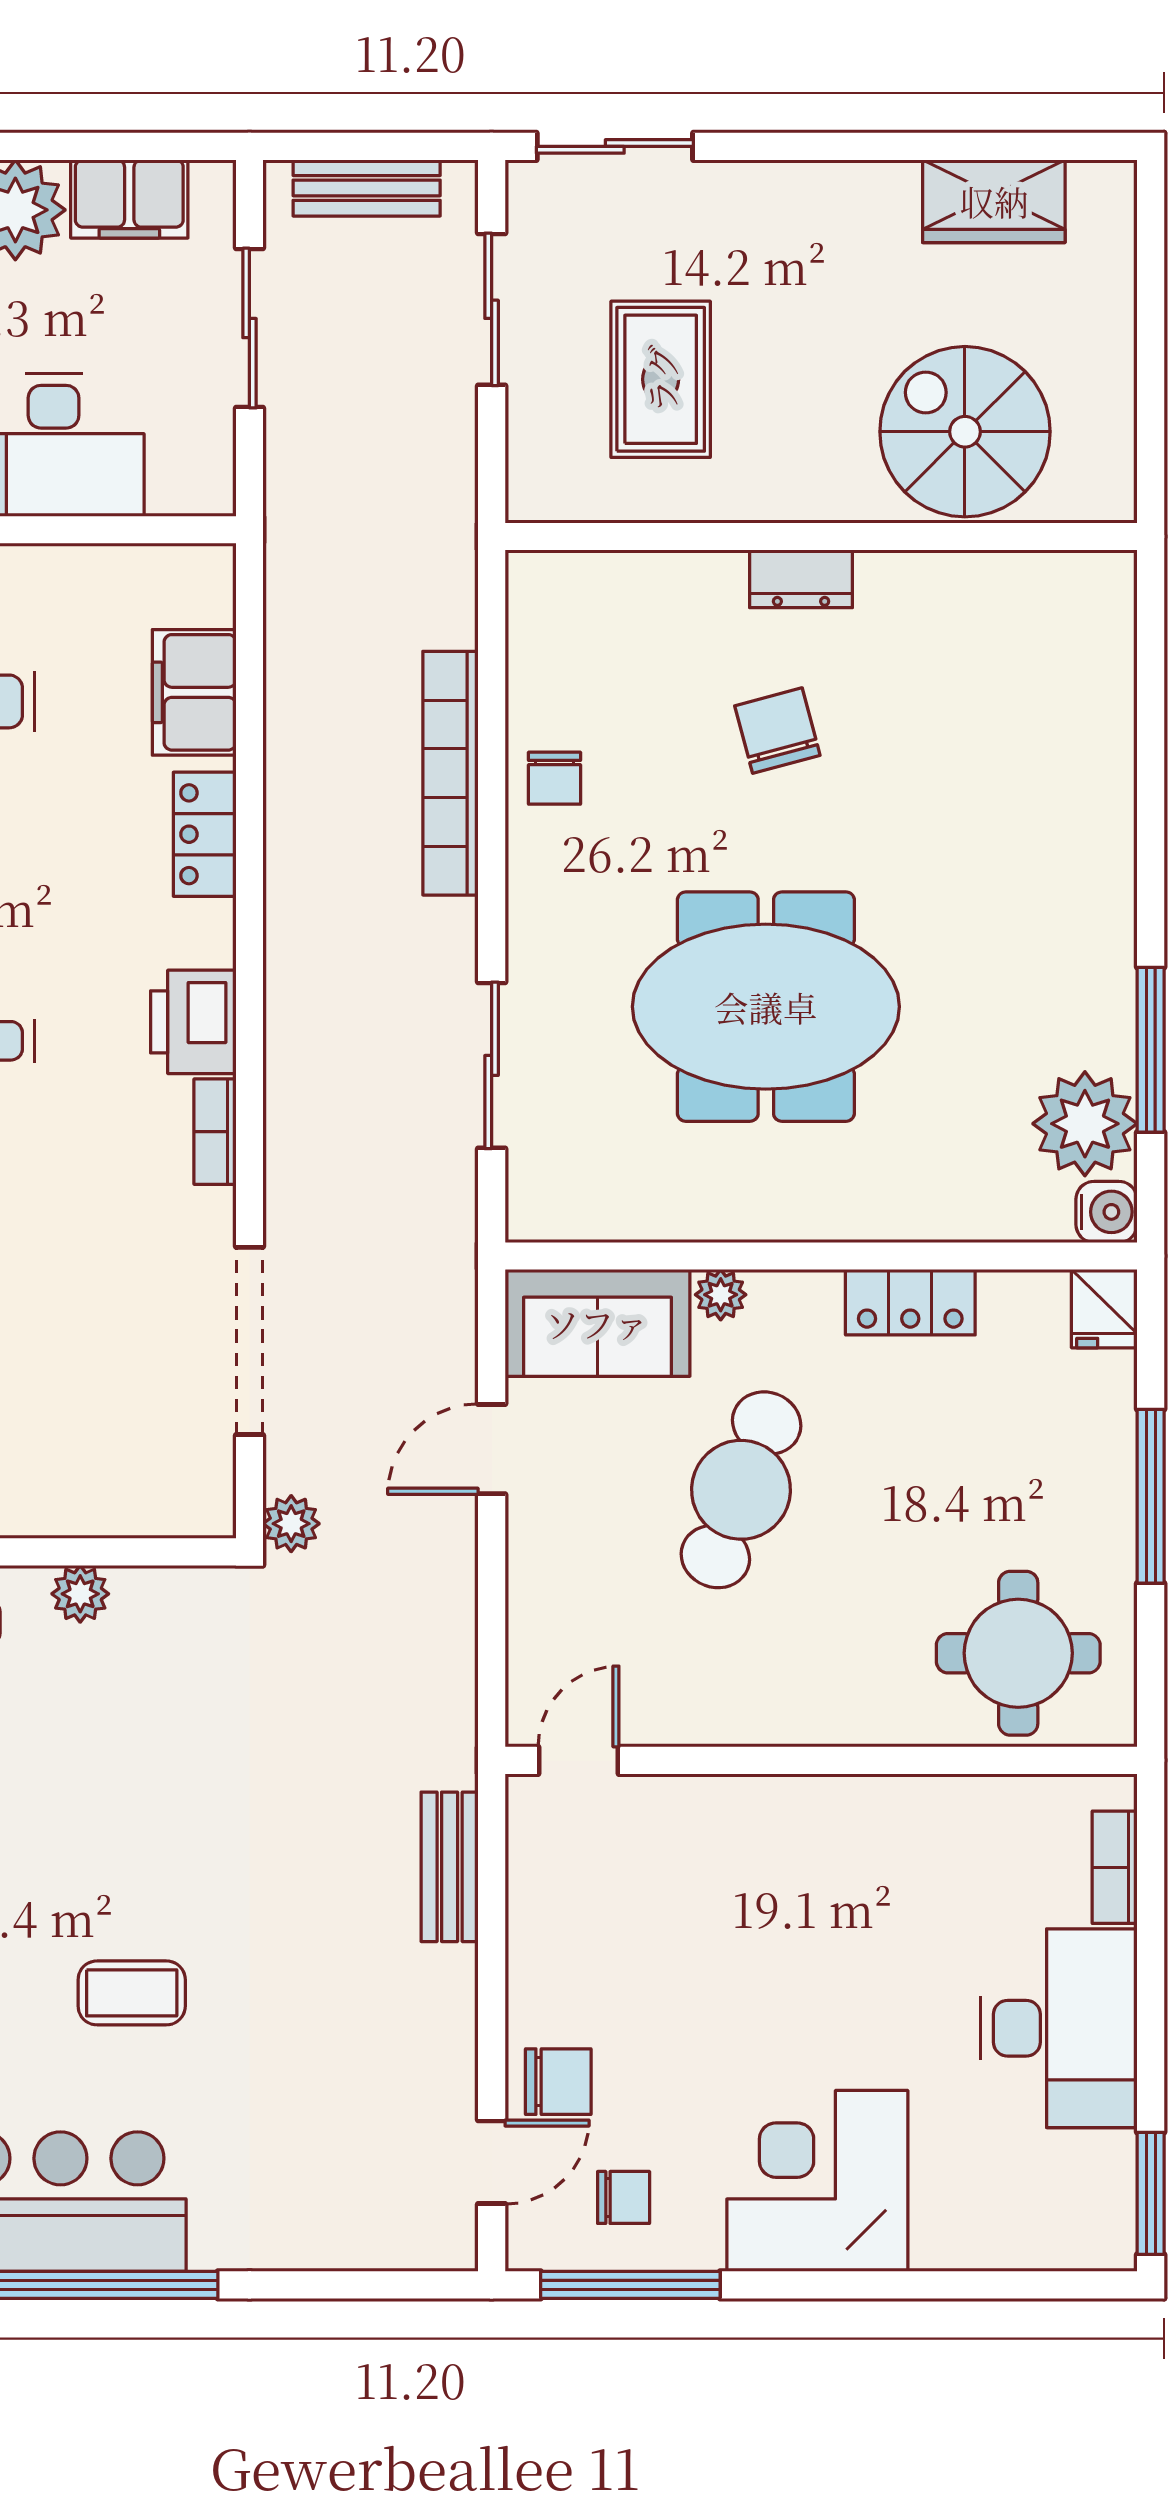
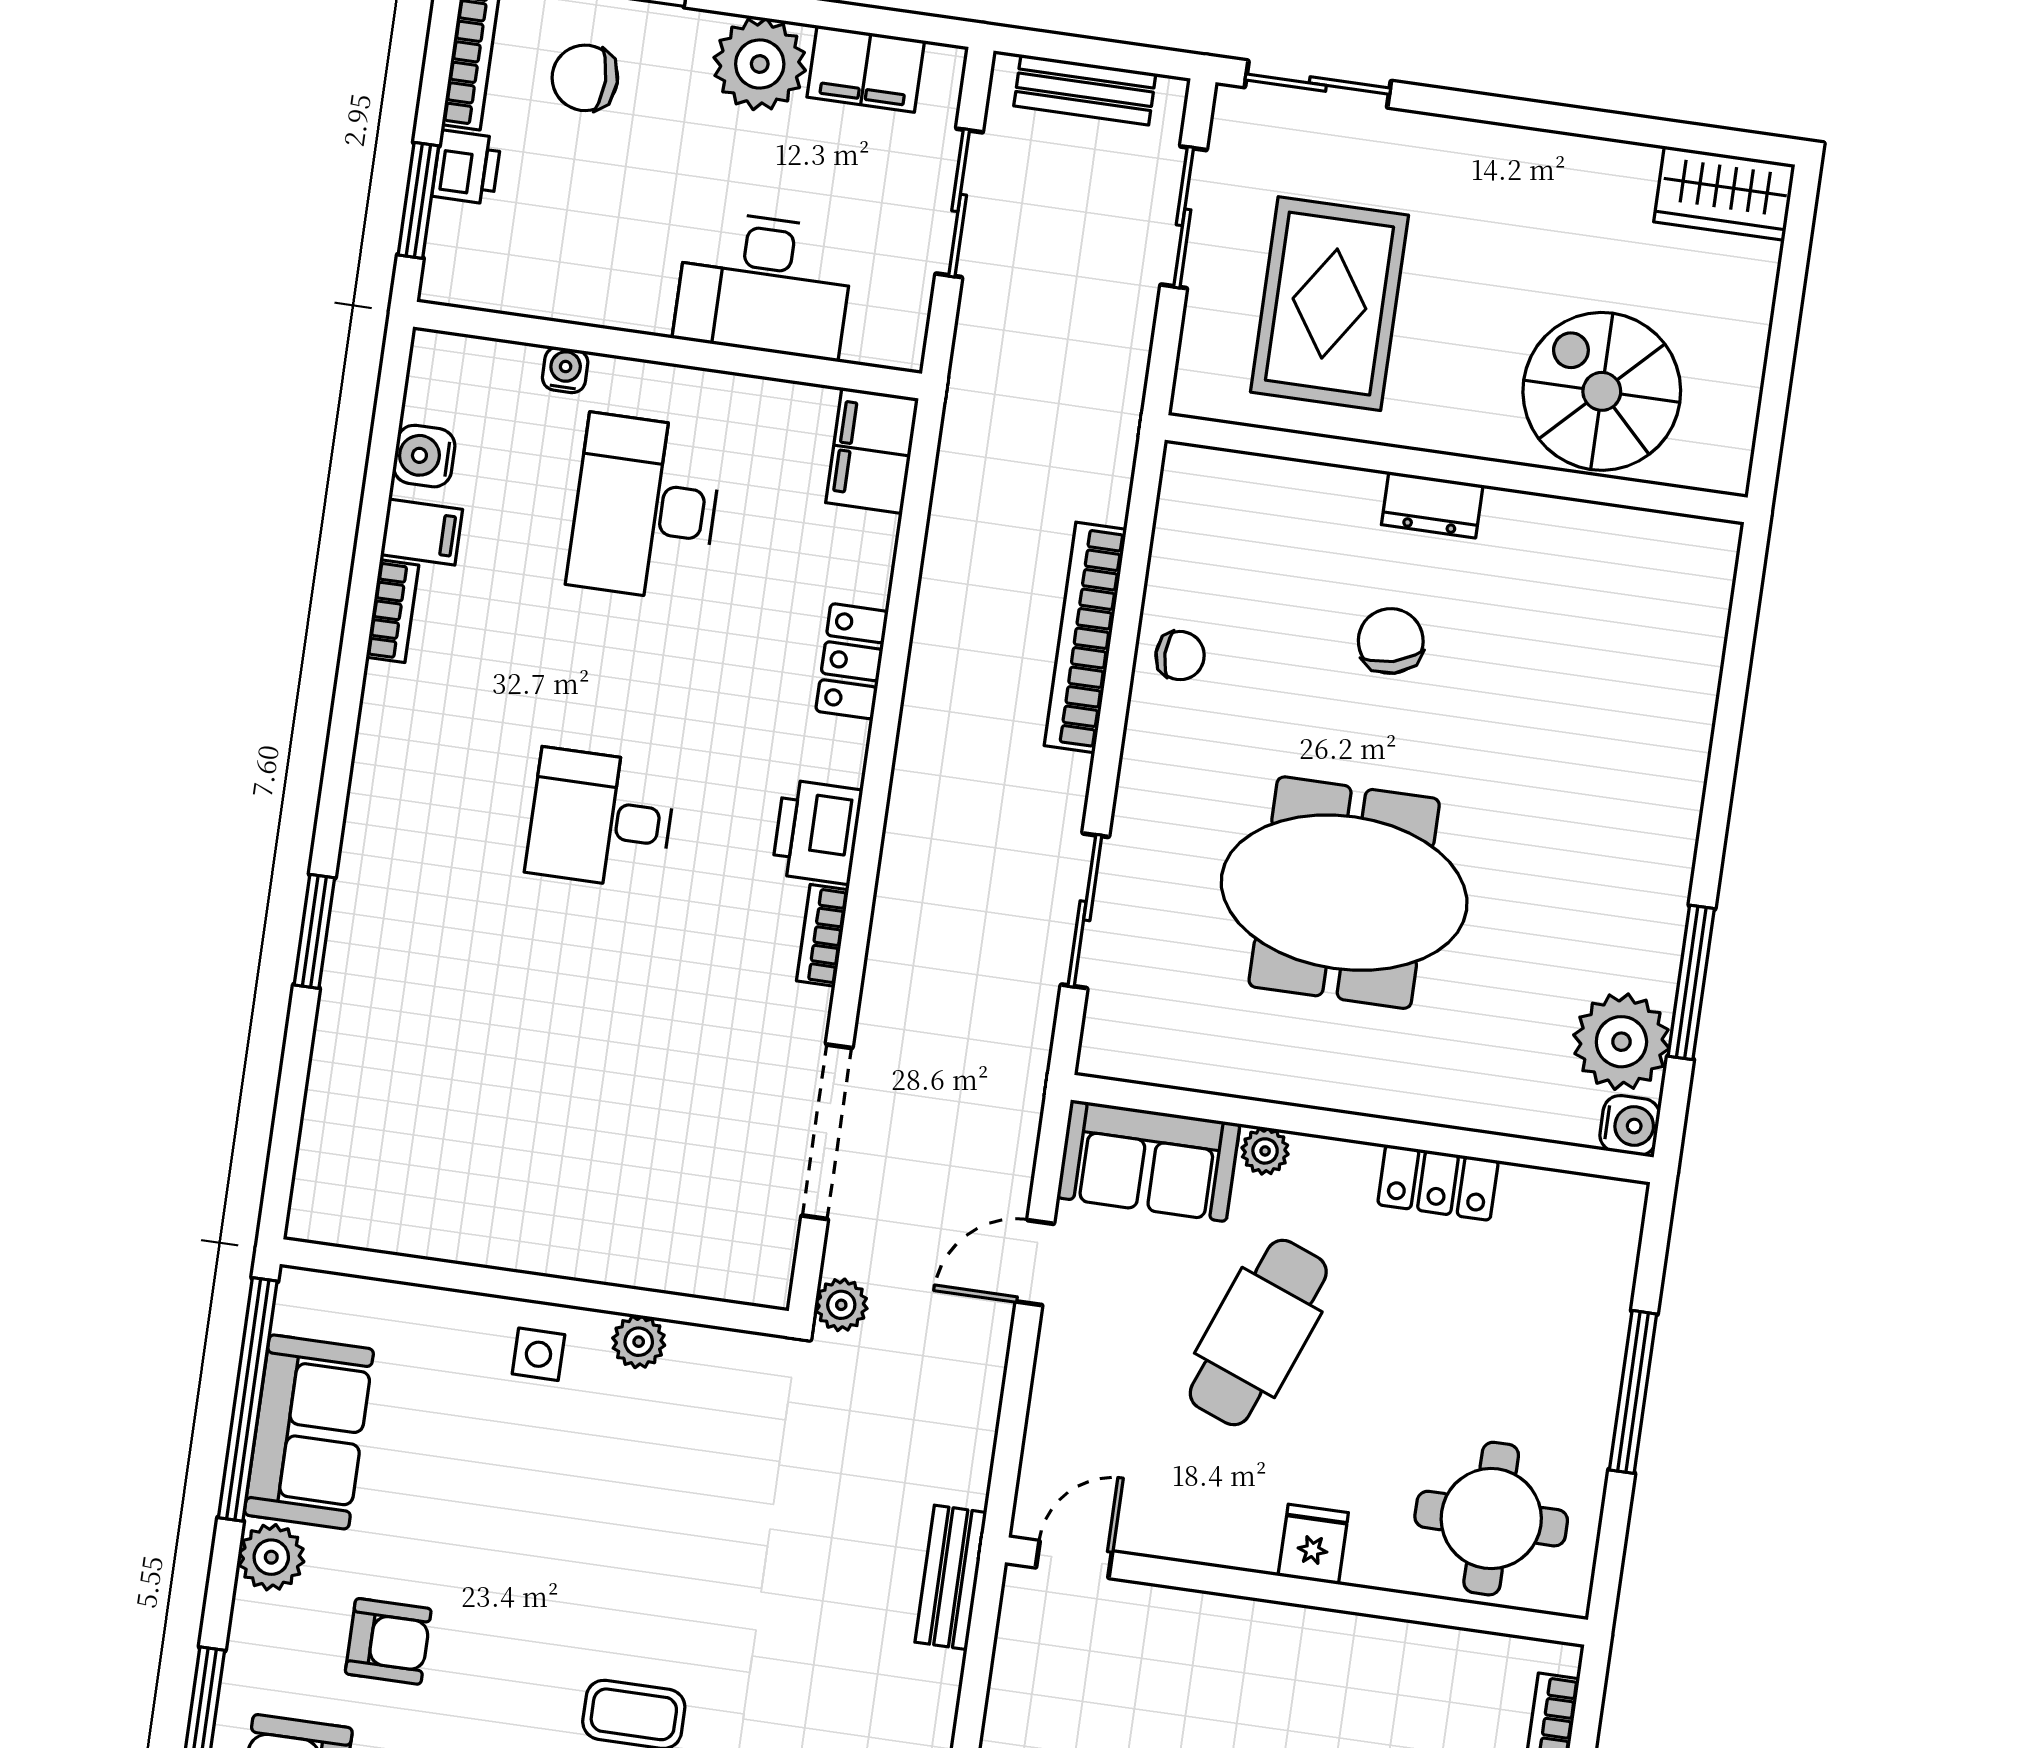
wardrobe: (994, 201) -> (1724, 193), moved
rug: (661, 379) -> (1329, 304), width x1.36, depth x1.43
filing cabinet: (194, 692) -> (872, 451), moved
chair: (554, 778) -> (1180, 656), turned -90
fridge: (1104, 1309) -> (1313, 1544), moved, turned 180
bench: (450, 1867) -> (951, 1577), moved

